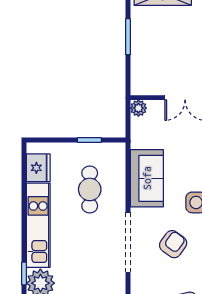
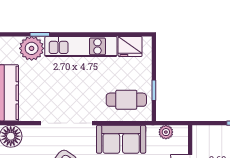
plant: (138, 108) -> (166, 132), moved
cafe table: (90, 189) -> (126, 100), moved

